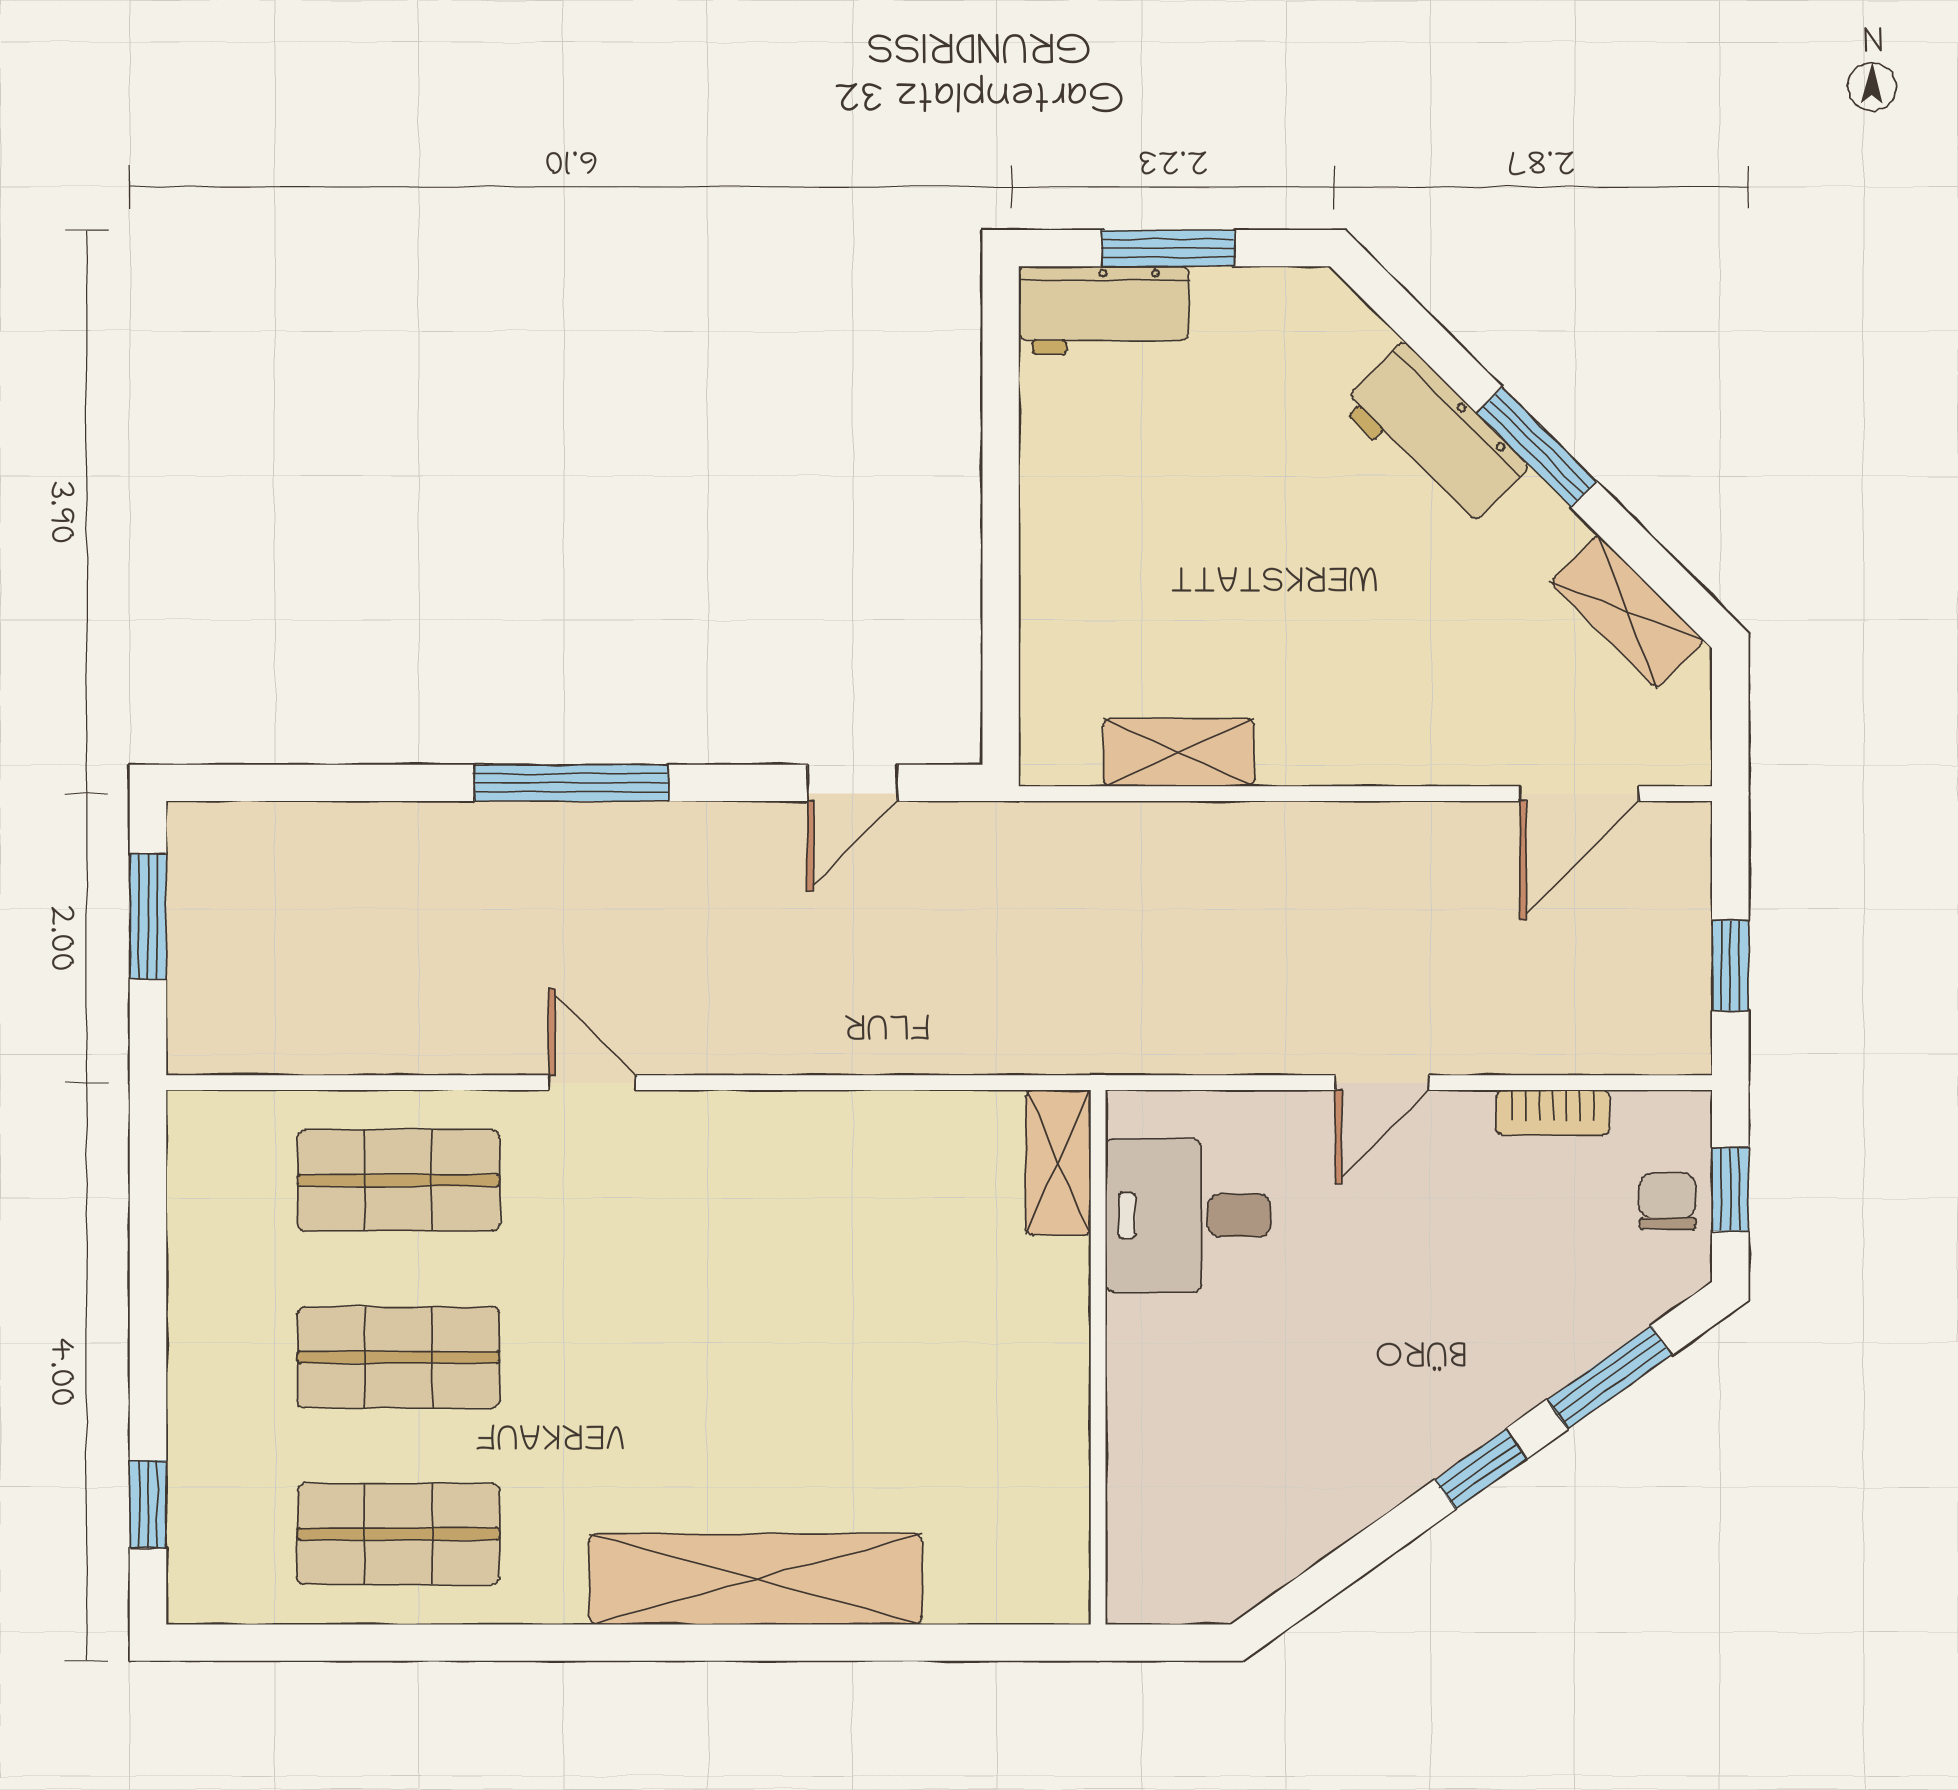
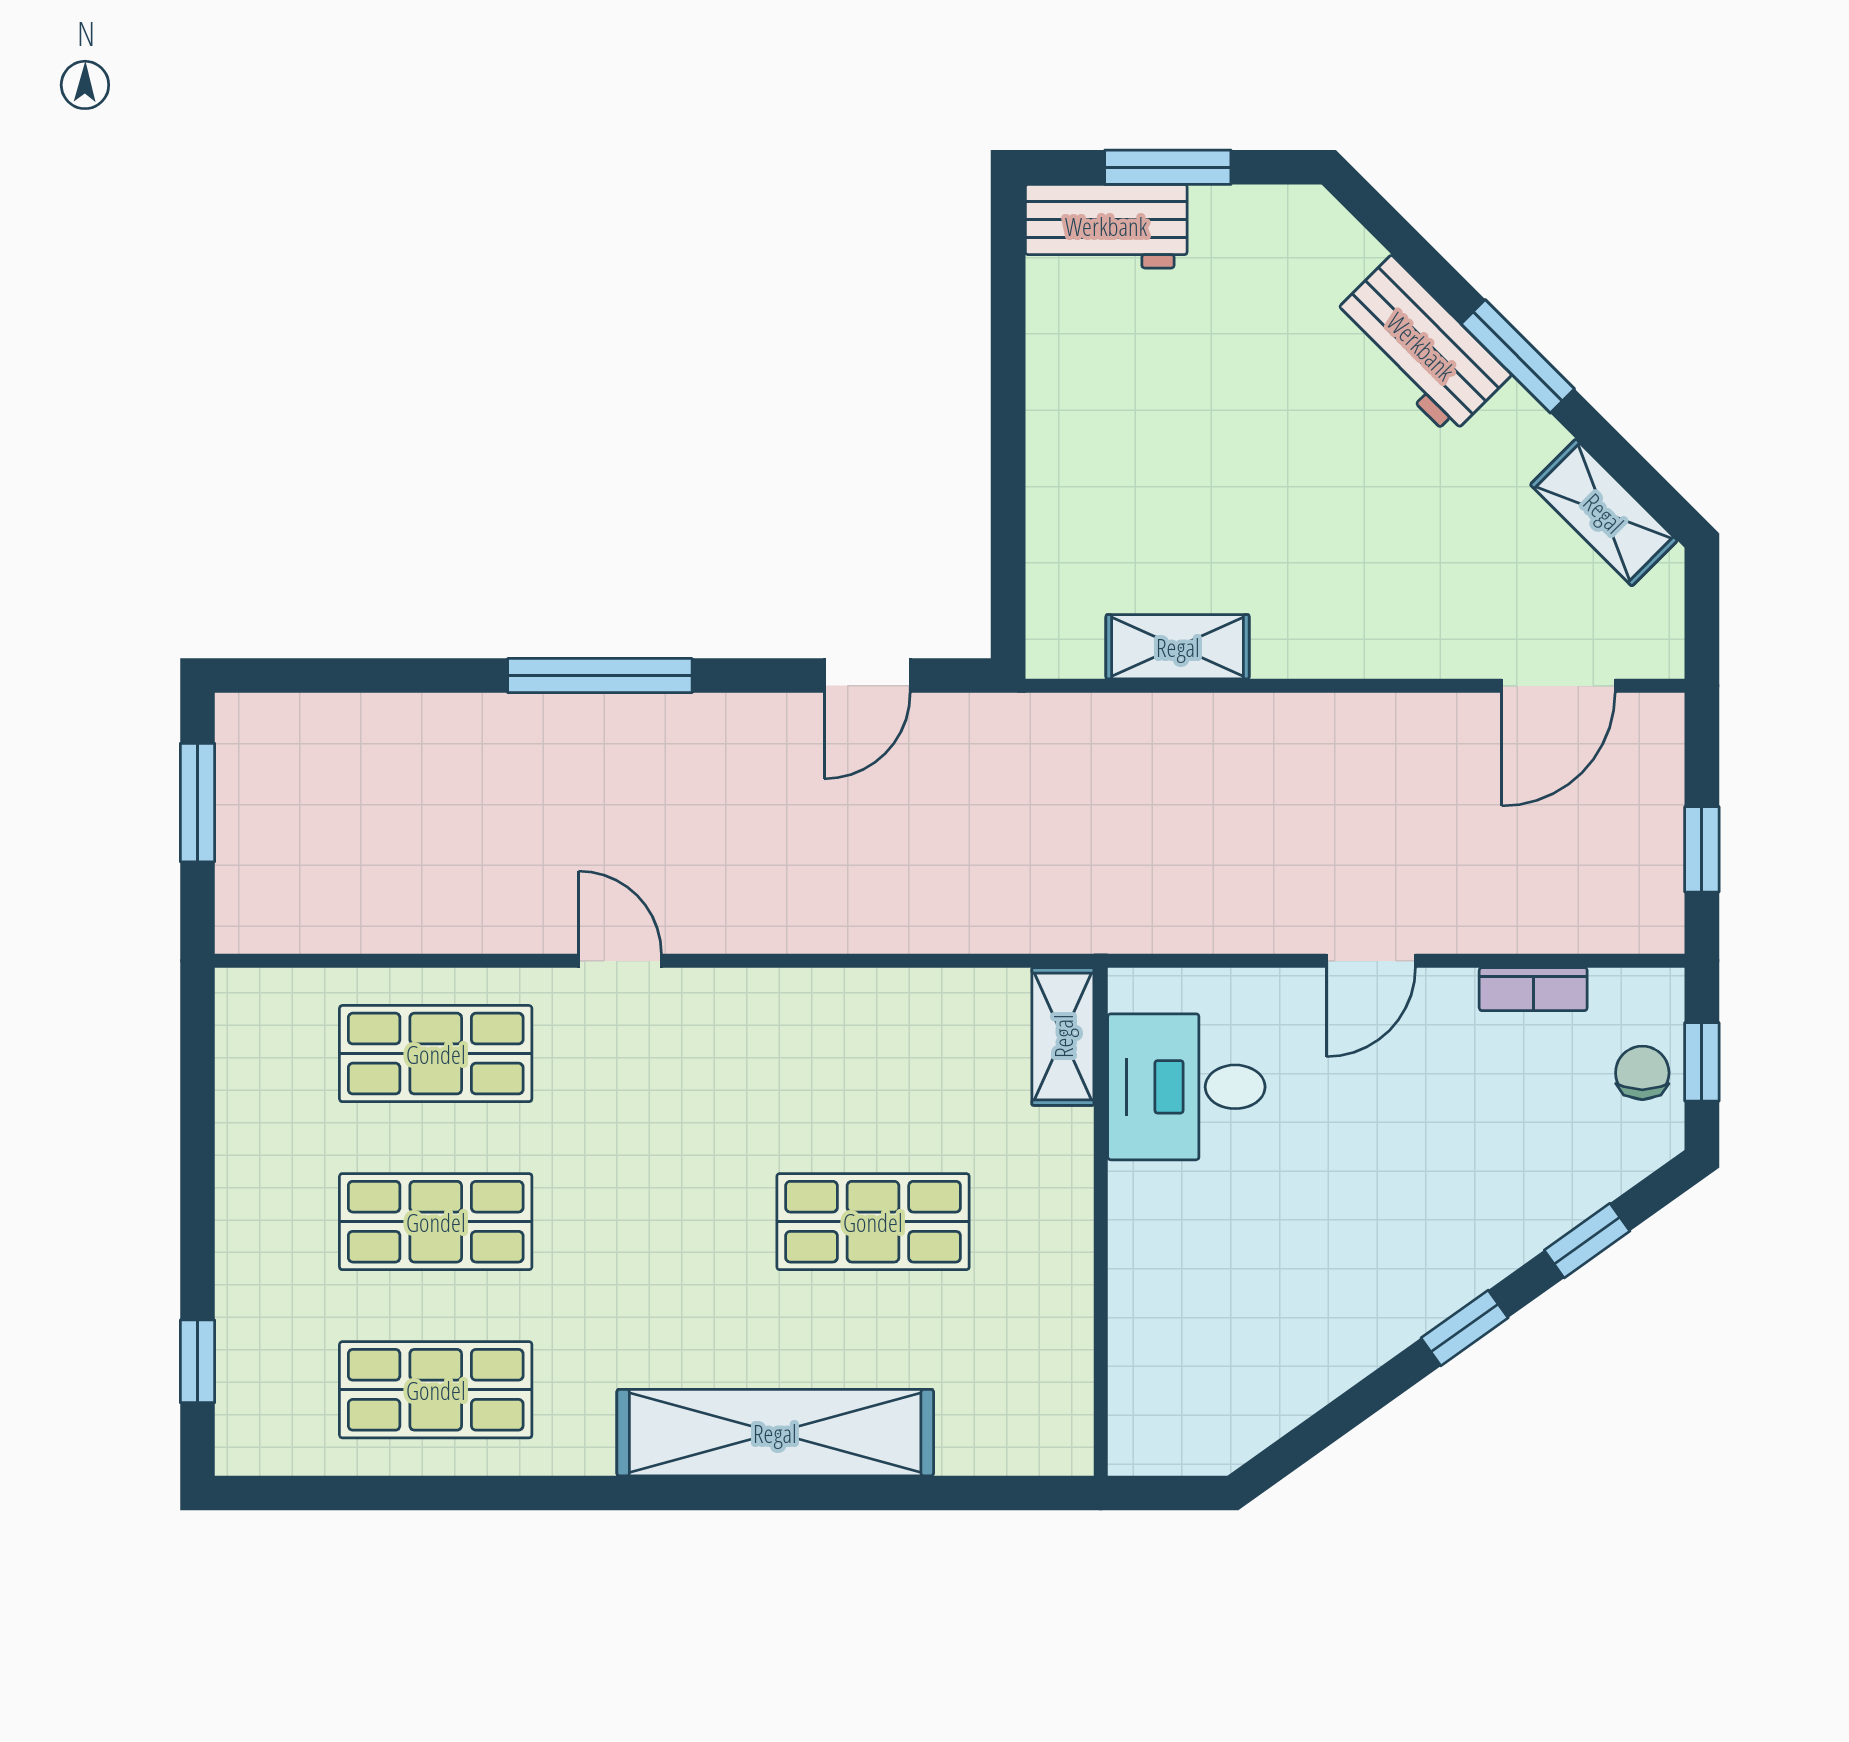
shop shelf: (858, 1357) -> (873, 1222), added
window: (1610, 1377) -> (1587, 1241), width x0.67

